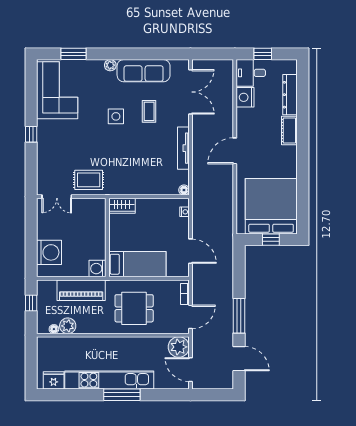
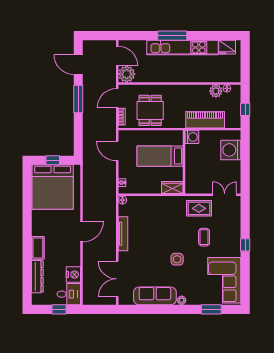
coffee table: (149, 111) -> (204, 237), moved
bed: (137, 264) -> (160, 156), moved
dining table: (134, 308) -> (150, 110), moved, turned 90

